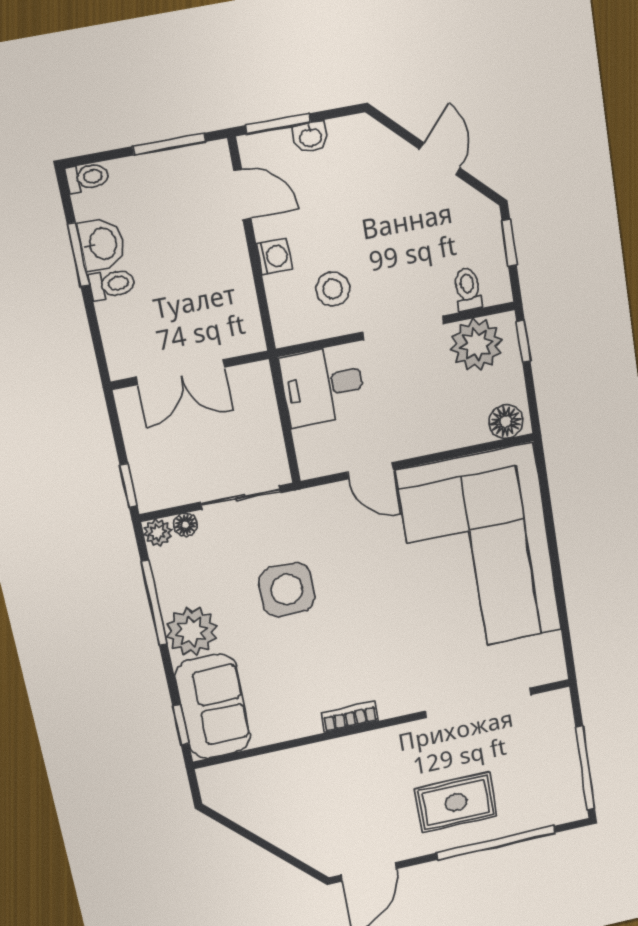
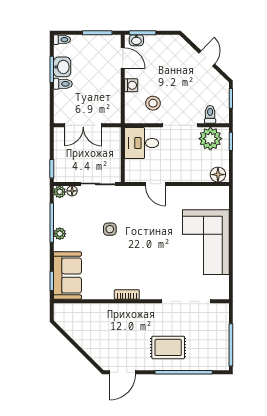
washbasin: (310, 137) -> (136, 40), moved
corner sofa: (480, 551) -> (206, 242), width x0.73, depth x0.74
side table: (287, 590) -> (110, 229), width x0.54, depth x0.54
plant: (191, 631) -> (60, 234), width x0.53, depth x0.53

